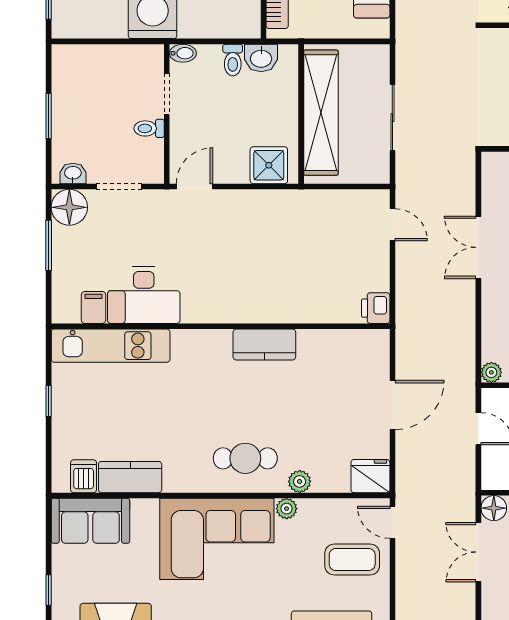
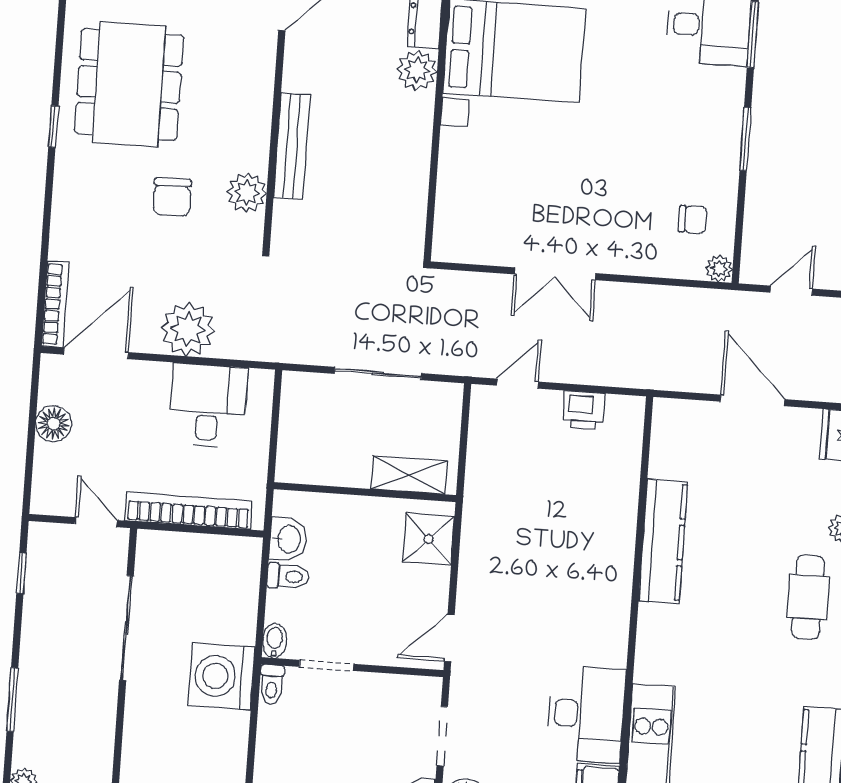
shelving: (321, 113) -> (409, 475), width x0.45, depth x0.75
toilet: (149, 128) -> (272, 685), moved
door: (194, 186) -> (449, 638), hinge flipped
printer: (376, 308) -> (584, 410), moved
kitchen counter: (264, 344) -> (663, 541), width x1.50

